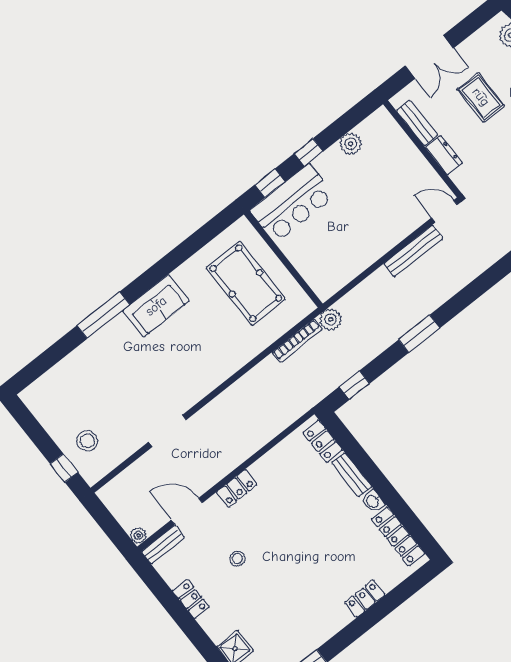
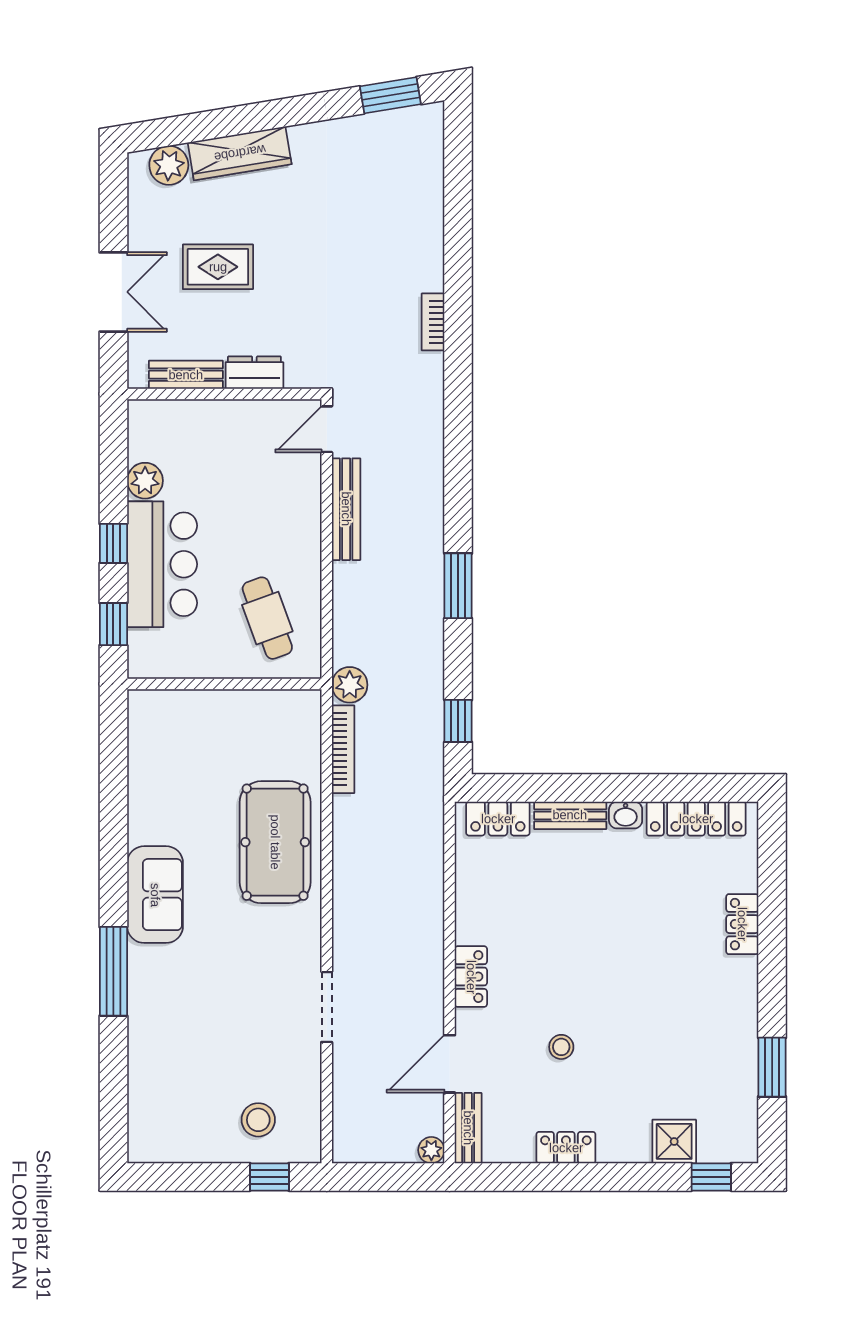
bar counter: (292, 203) -> (162, 564), moved
cafe table: (331, 255) -> (267, 618), added
pool table: (246, 283) -> (275, 842), moved, turned 90

